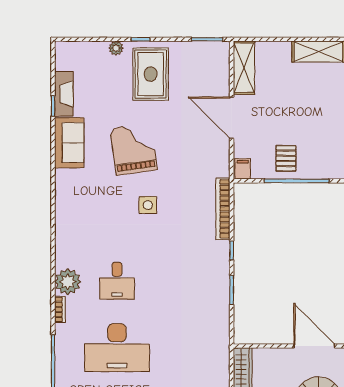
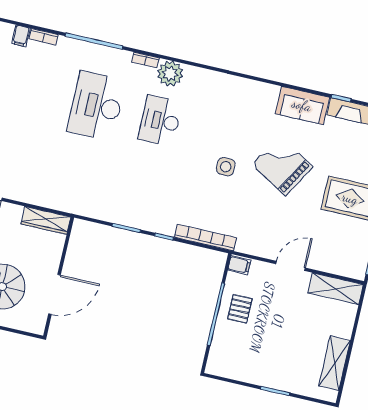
door: (232, 118) -> (291, 266), width x0.73
grand piano: (134, 149) -> (282, 166), turned -142
pallet: (286, 158) -> (240, 309), turned 90
desk: (117, 281) -> (160, 121), width x1.37

